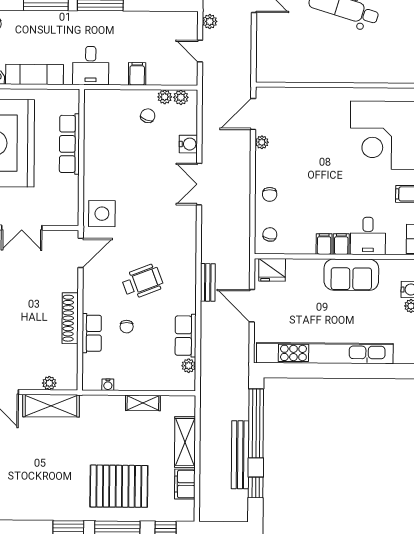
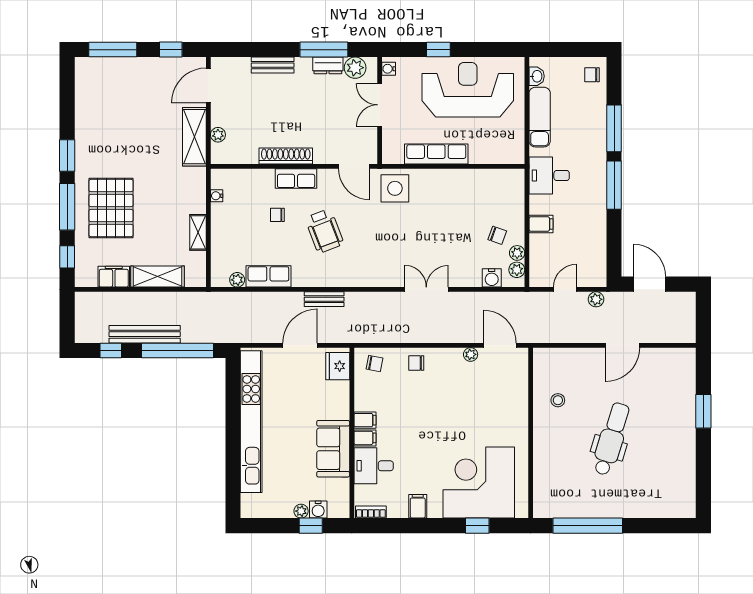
stool: (306, 59) -> (558, 400), added
row of seats: (69, 144) -> (436, 154), moved
water cooler: (188, 144) -> (492, 278), moved
row of seats: (92, 333) -> (296, 179), moved

